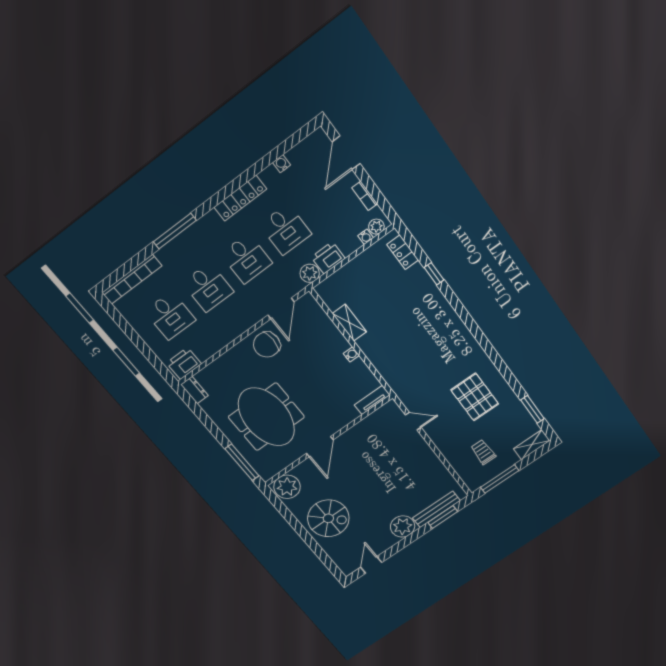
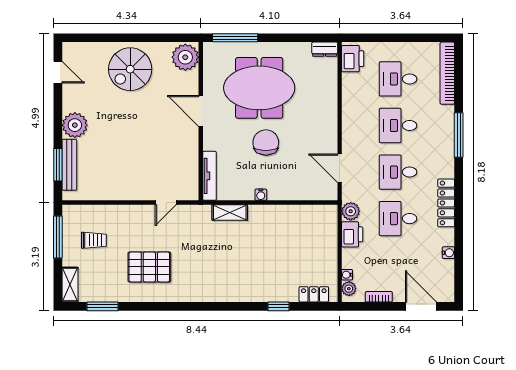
shelving: (349, 323) -> (230, 213), moved
chair: (267, 345) -> (266, 142), moved
tv unit: (372, 400) -> (209, 176), width x1.41

